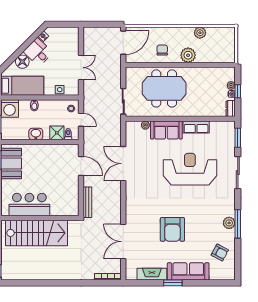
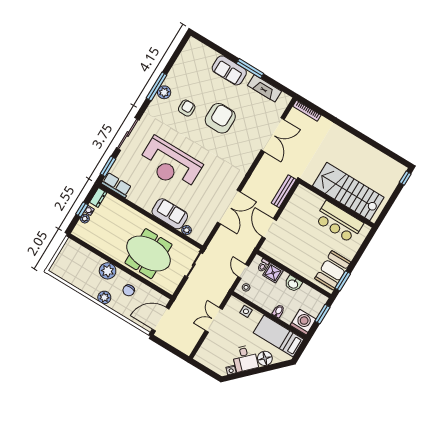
plant: (200, 33) -> (104, 297), moved
row of seats: (196, 127) -> (116, 185), moved
armchair: (220, 253) -> (187, 108), moved, turned 62
sofa: (188, 271) -> (229, 70), width x0.73
window: (173, 283) -> (250, 68), width x1.44

